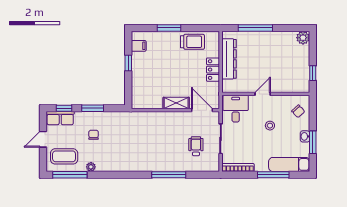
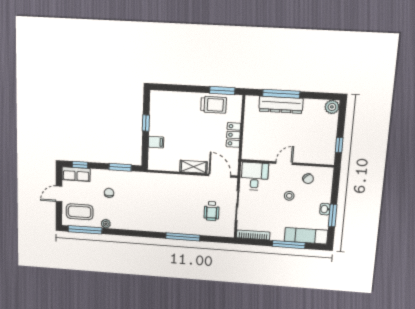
window: (169, 28) -> (222, 91), moved
filing cabinet: (139, 46) -> (156, 142), moved
dresser: (229, 59) -> (281, 105), moved, turned 90
window: (93, 108) -> (120, 167), moved
chair: (298, 111) -> (308, 179), moved
wheelchair: (196, 146) -> (212, 211), turned 180

